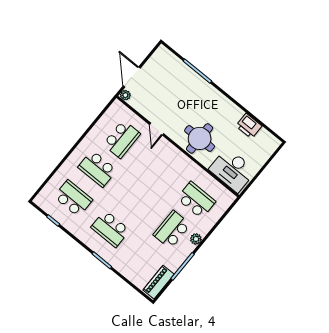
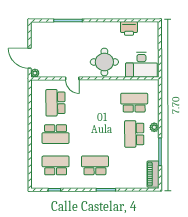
school desk: (122, 139) -> (55, 103), turned 180
school desk: (110, 229) -> (95, 165), turned 180

